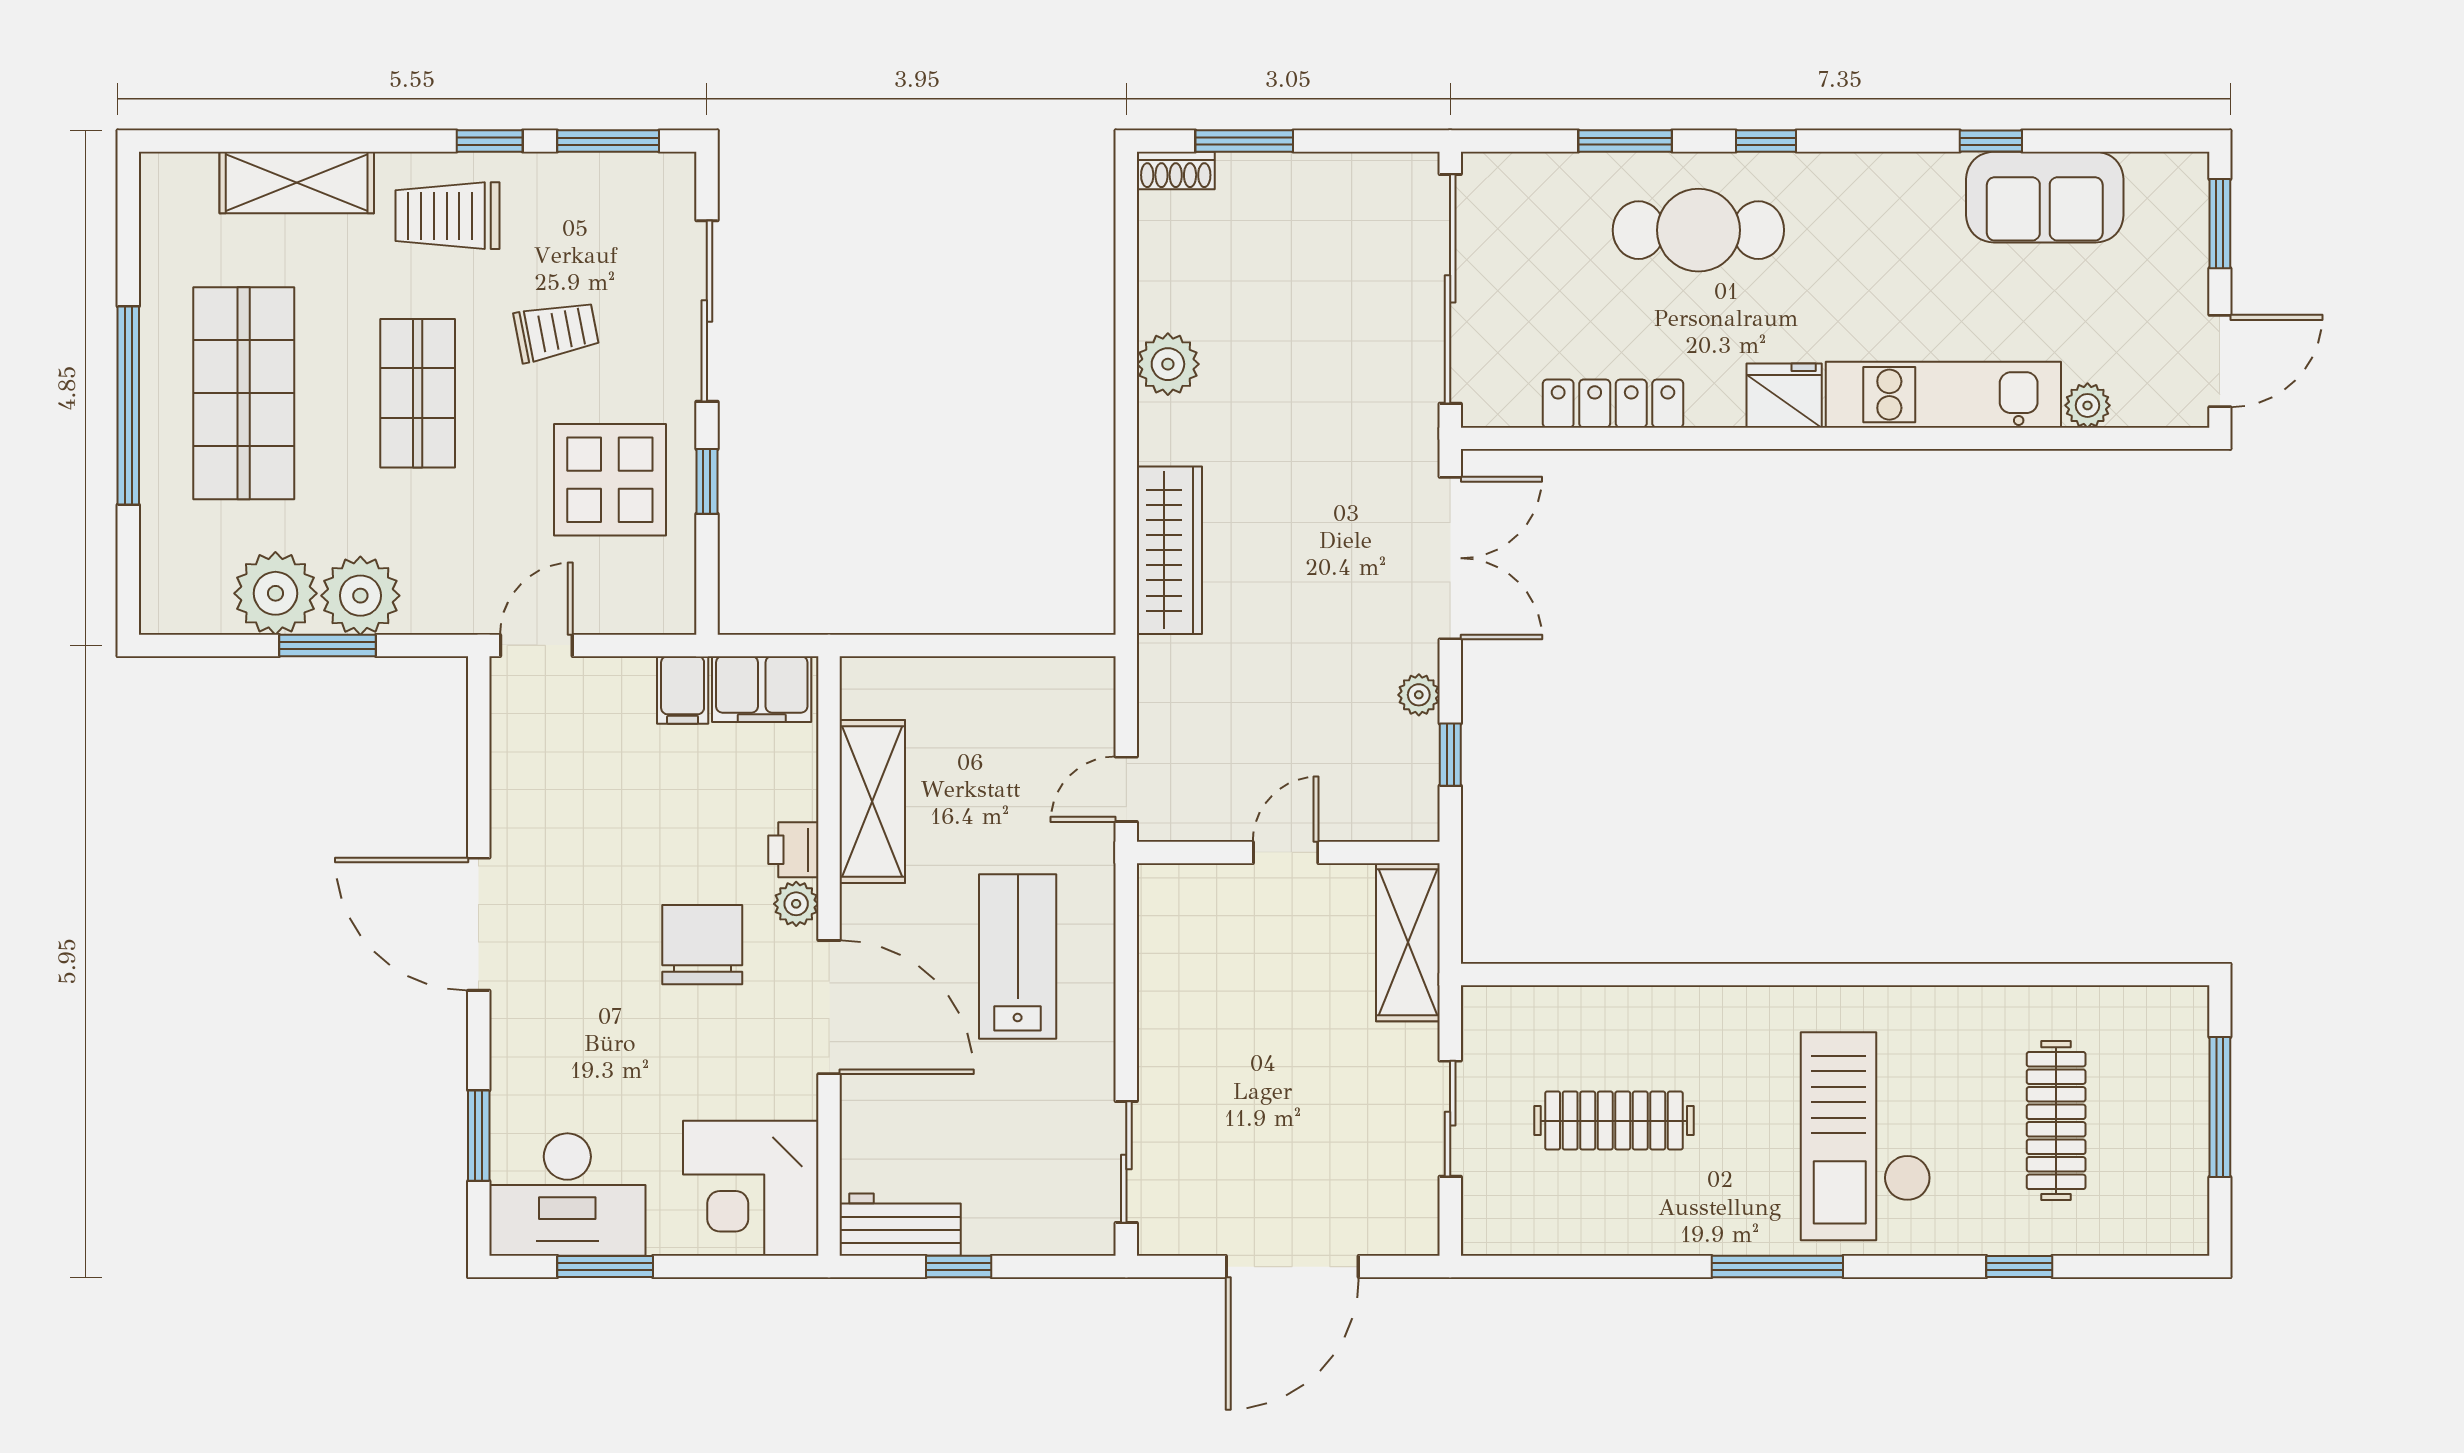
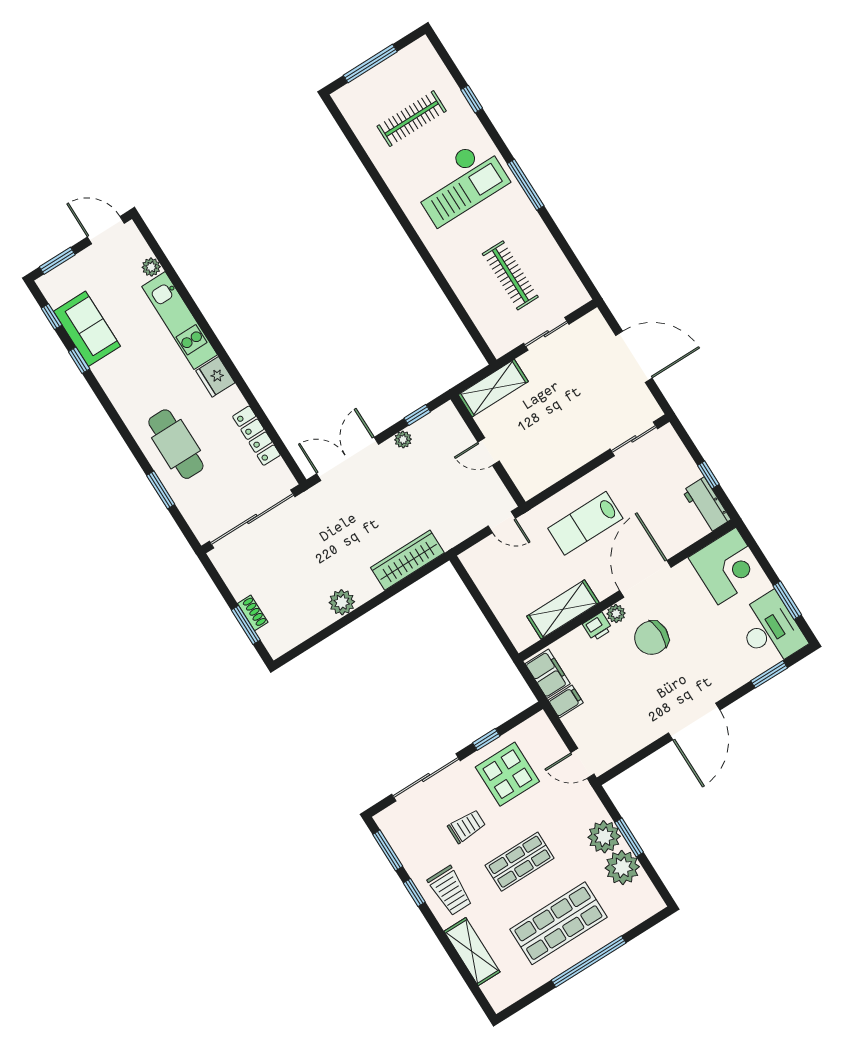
window: (1766, 141) -> (52, 317), moved
shoe rack: (1176, 171) -> (253, 613), moved
trolley: (556, 331) -> (467, 826), turned 101

